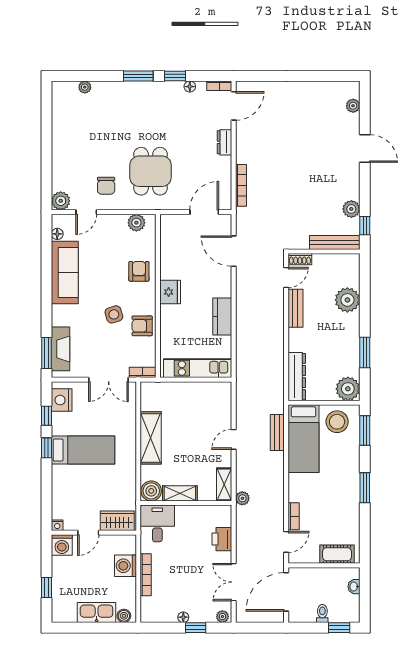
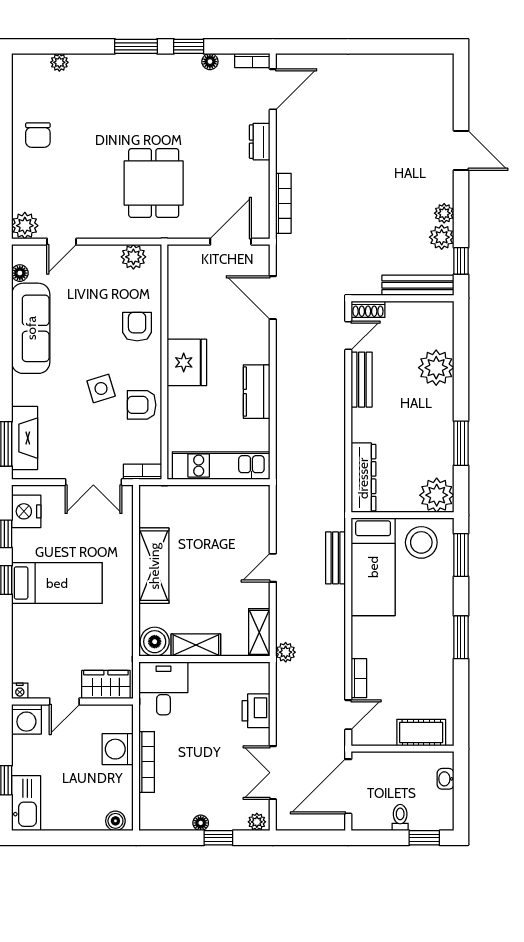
plant: (353, 106) -> (444, 213), moved
chair: (106, 186) -> (38, 135), moved
fridge: (170, 292) -> (187, 362), width x1.36, depth x1.34
kitchen sink: (97, 613) -> (26, 803), moved, turned 90

